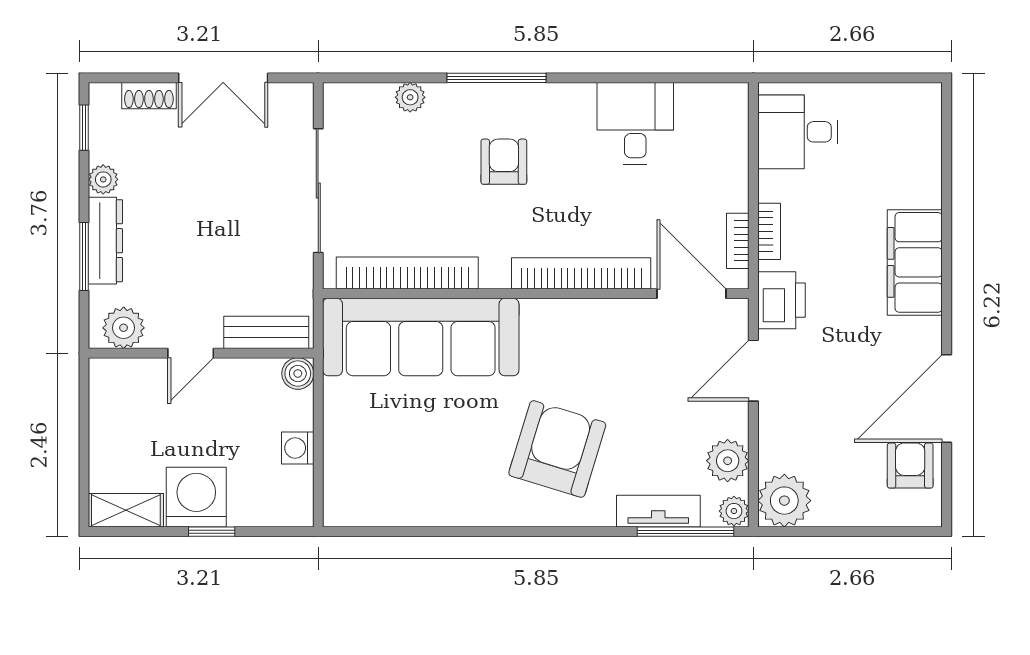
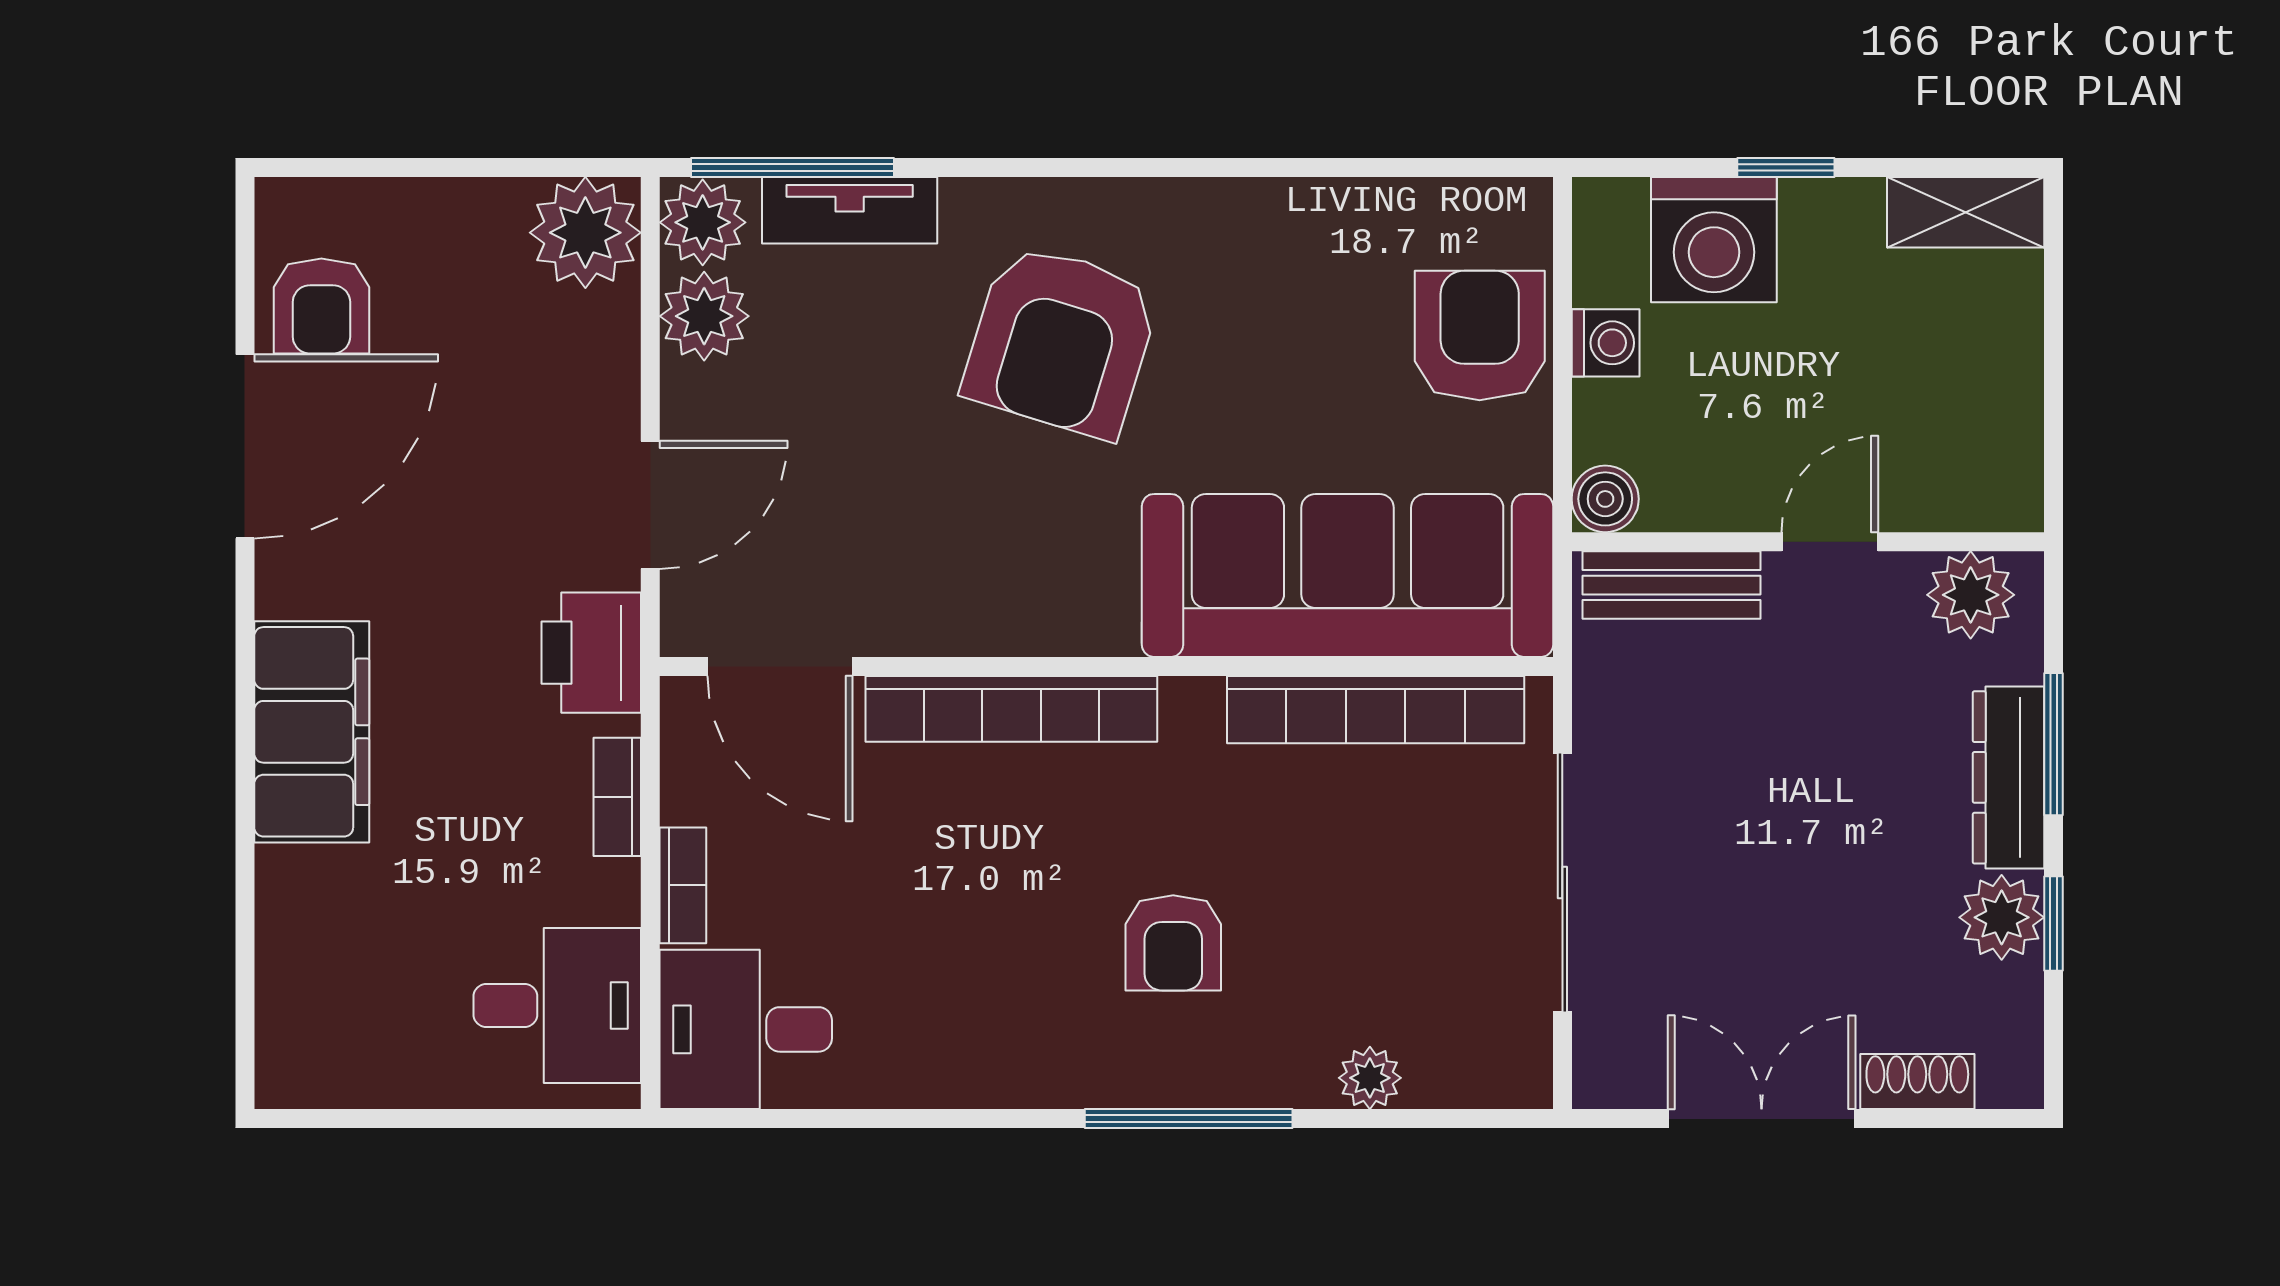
desk: (635, 123) -> (746, 1029), moved, turned 90
window: (84, 128) -> (2054, 923), moved
plant: (103, 179) -> (2002, 917), width x1.38, depth x1.38
bookcase: (738, 241) -> (683, 885), moved
armchair: (358, 452) -> (1480, 335), added
washing machine: (196, 497) -> (1714, 240), moved
plant: (734, 511) -> (703, 222), width x1.38, depth x1.38

